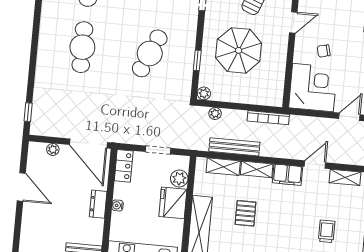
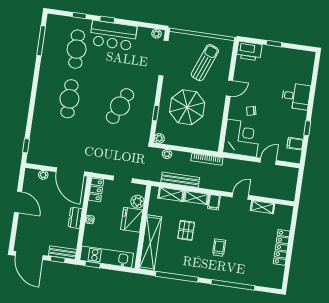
filing cabinet: (287, 175) -> (214, 202), width x0.50
trolley: (327, 231) -> (219, 248), moved

